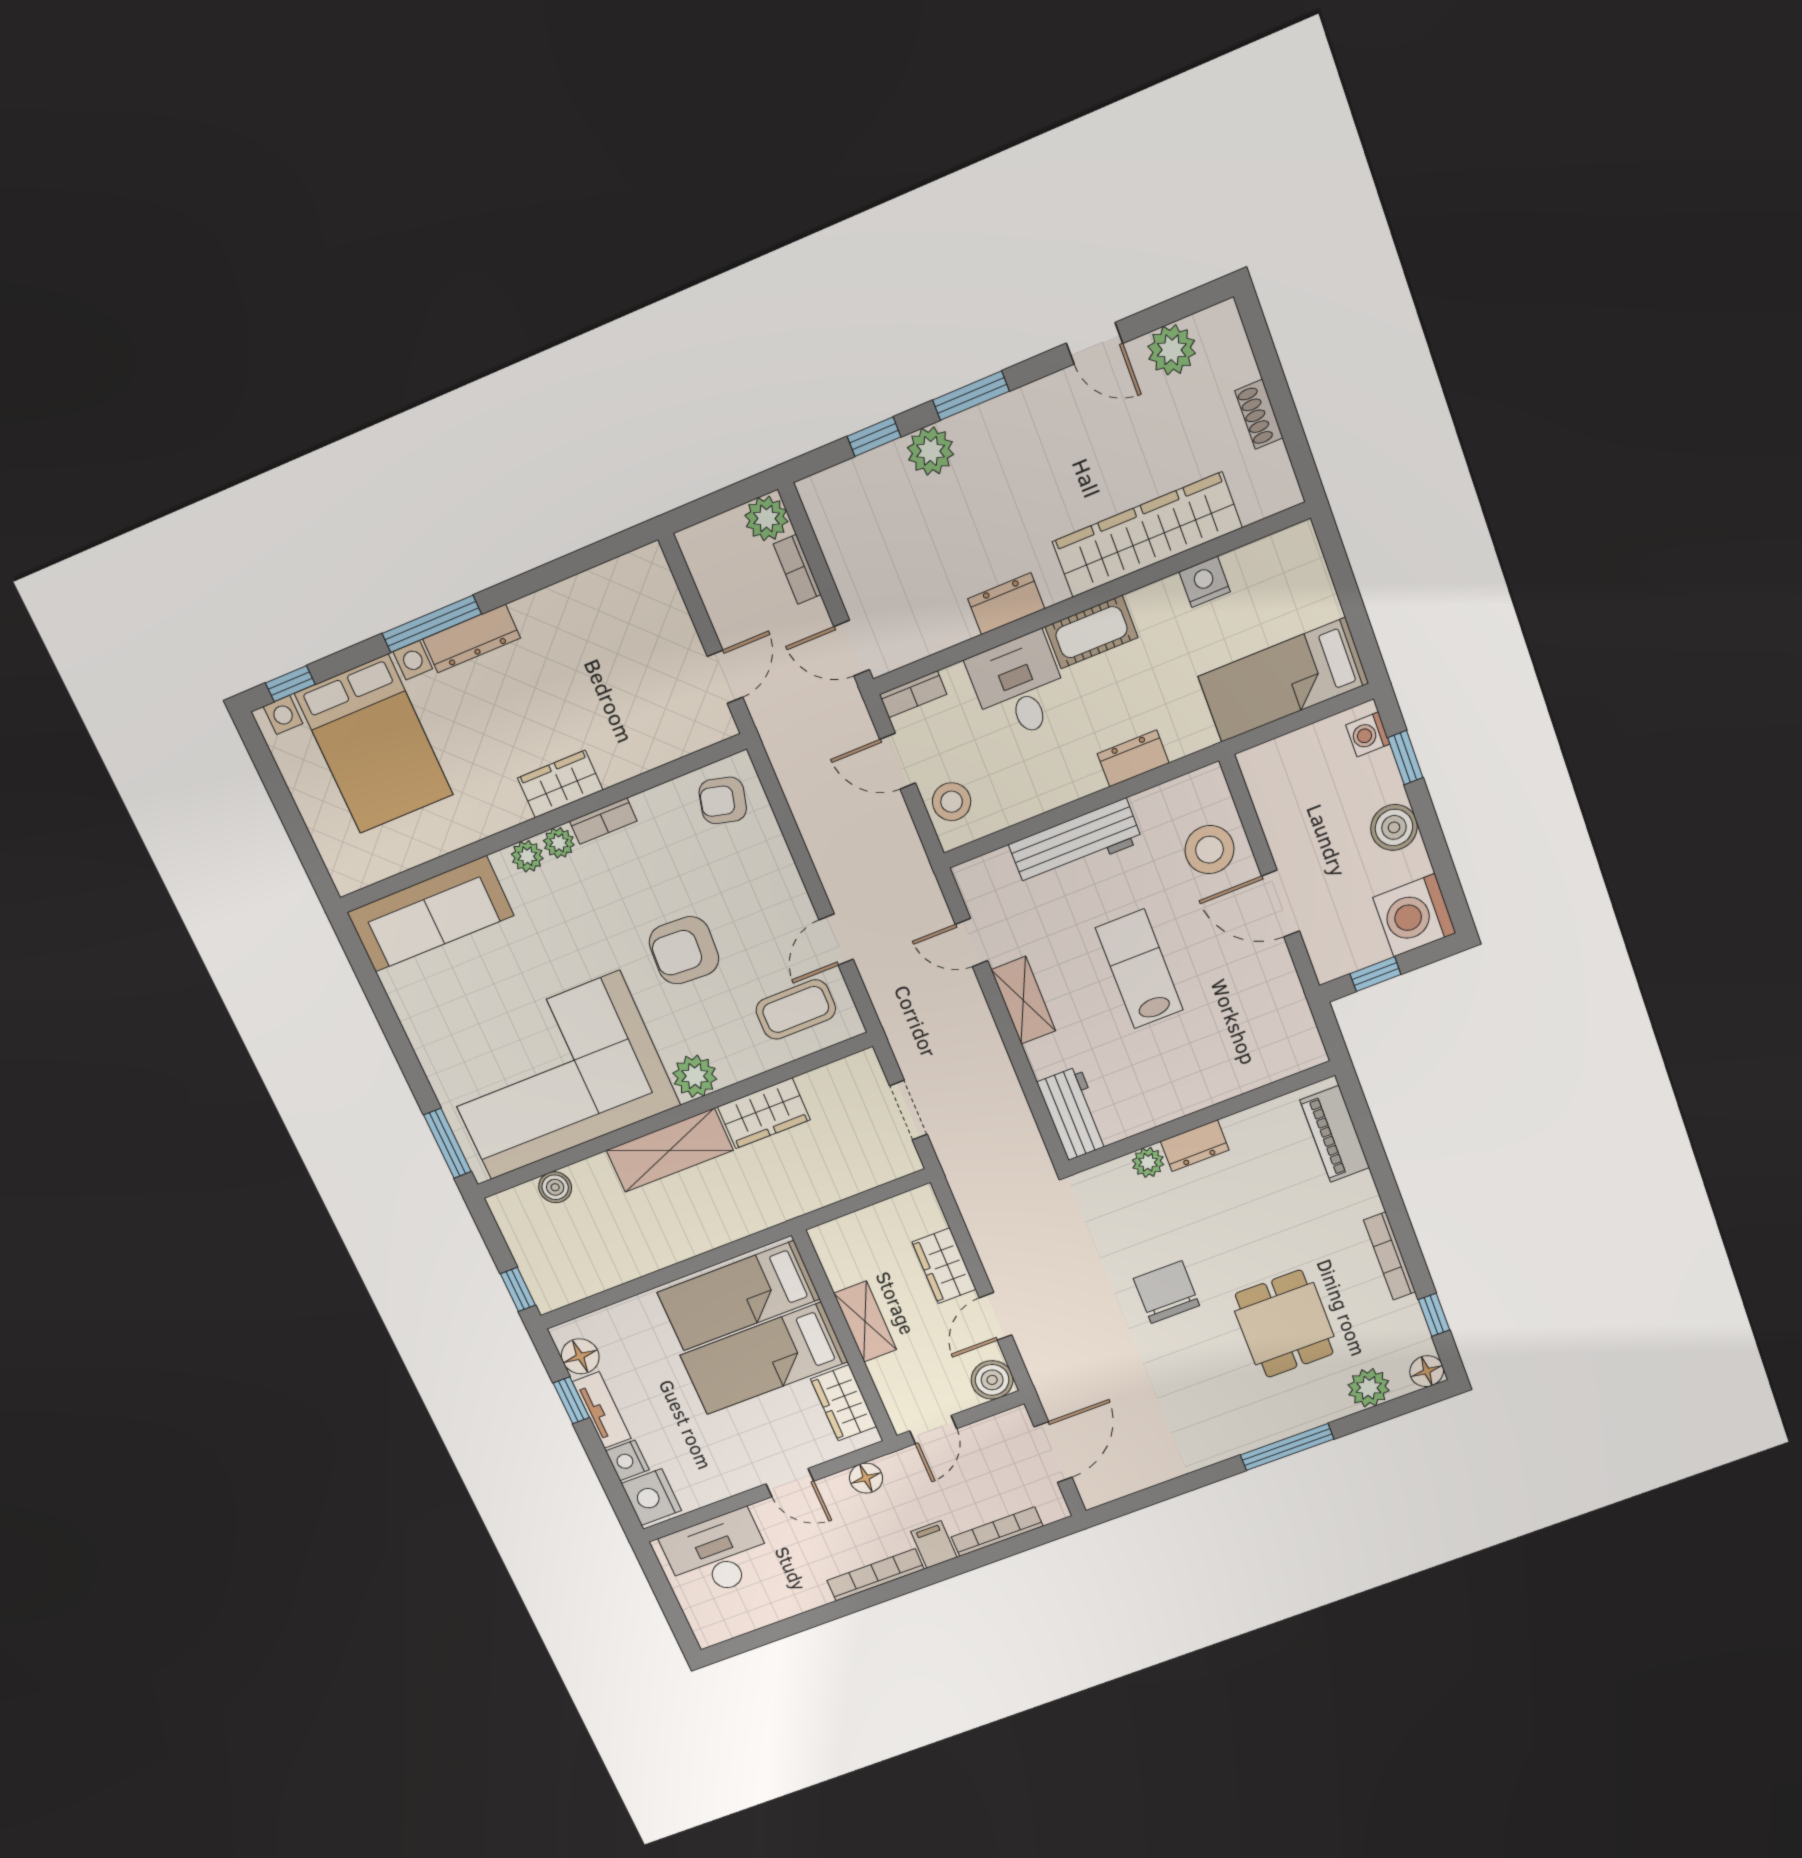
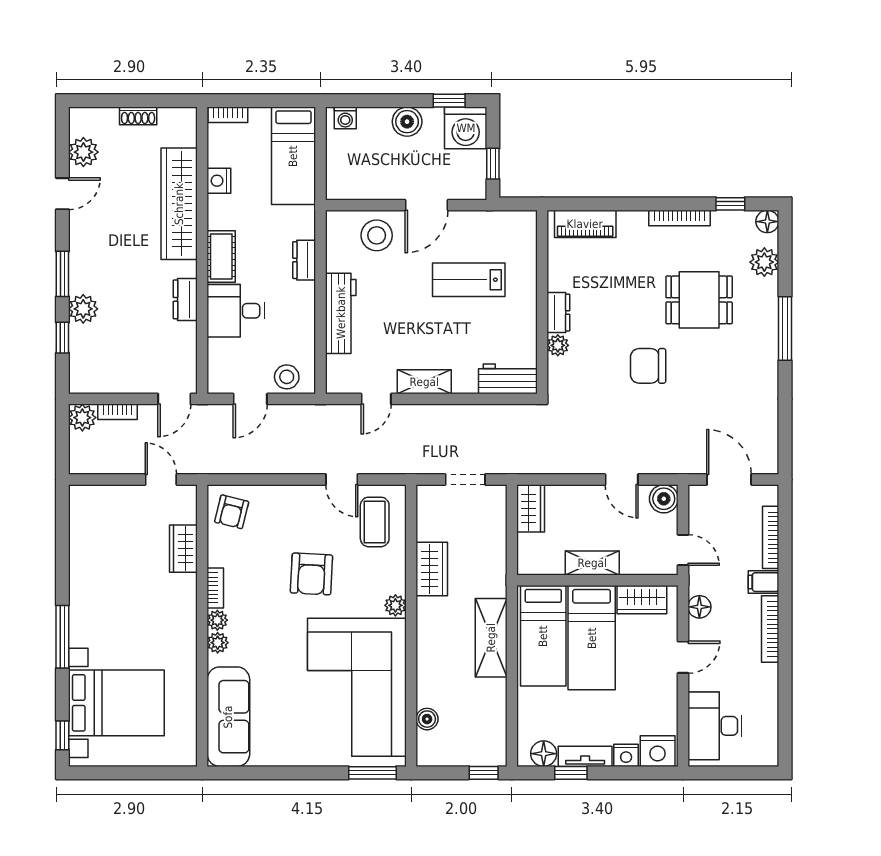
dresser: (472, 639) -> (80, 617), removed
bookcase: (913, 694) -> (228, 115), moved, turned 90
window: (1405, 758) -> (449, 101), moved
wardrobe: (560, 784) -> (183, 549), moved
lab bench: (1139, 969) -> (469, 280), moved
plant: (695, 1076) -> (395, 605), width x0.73, depth x0.73
shelving: (670, 1150) -> (491, 638), moved
wardrobe: (944, 1266) -> (531, 508), moved, turned -90

